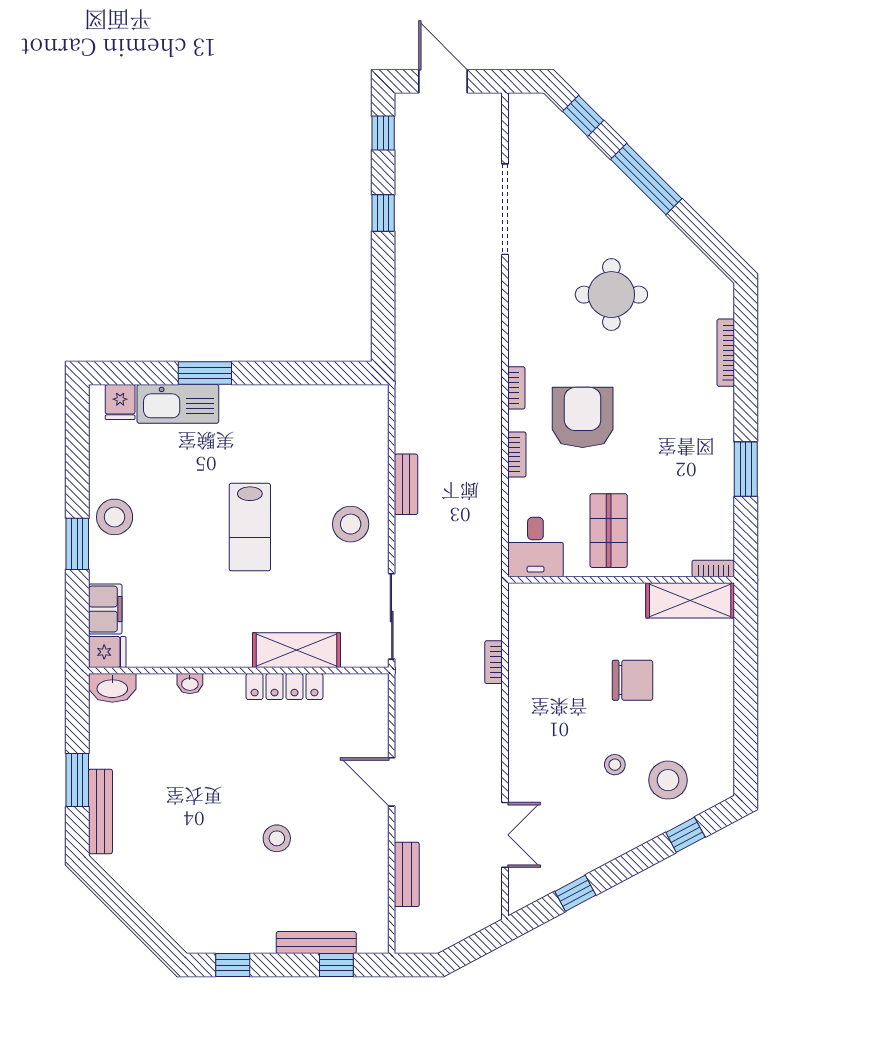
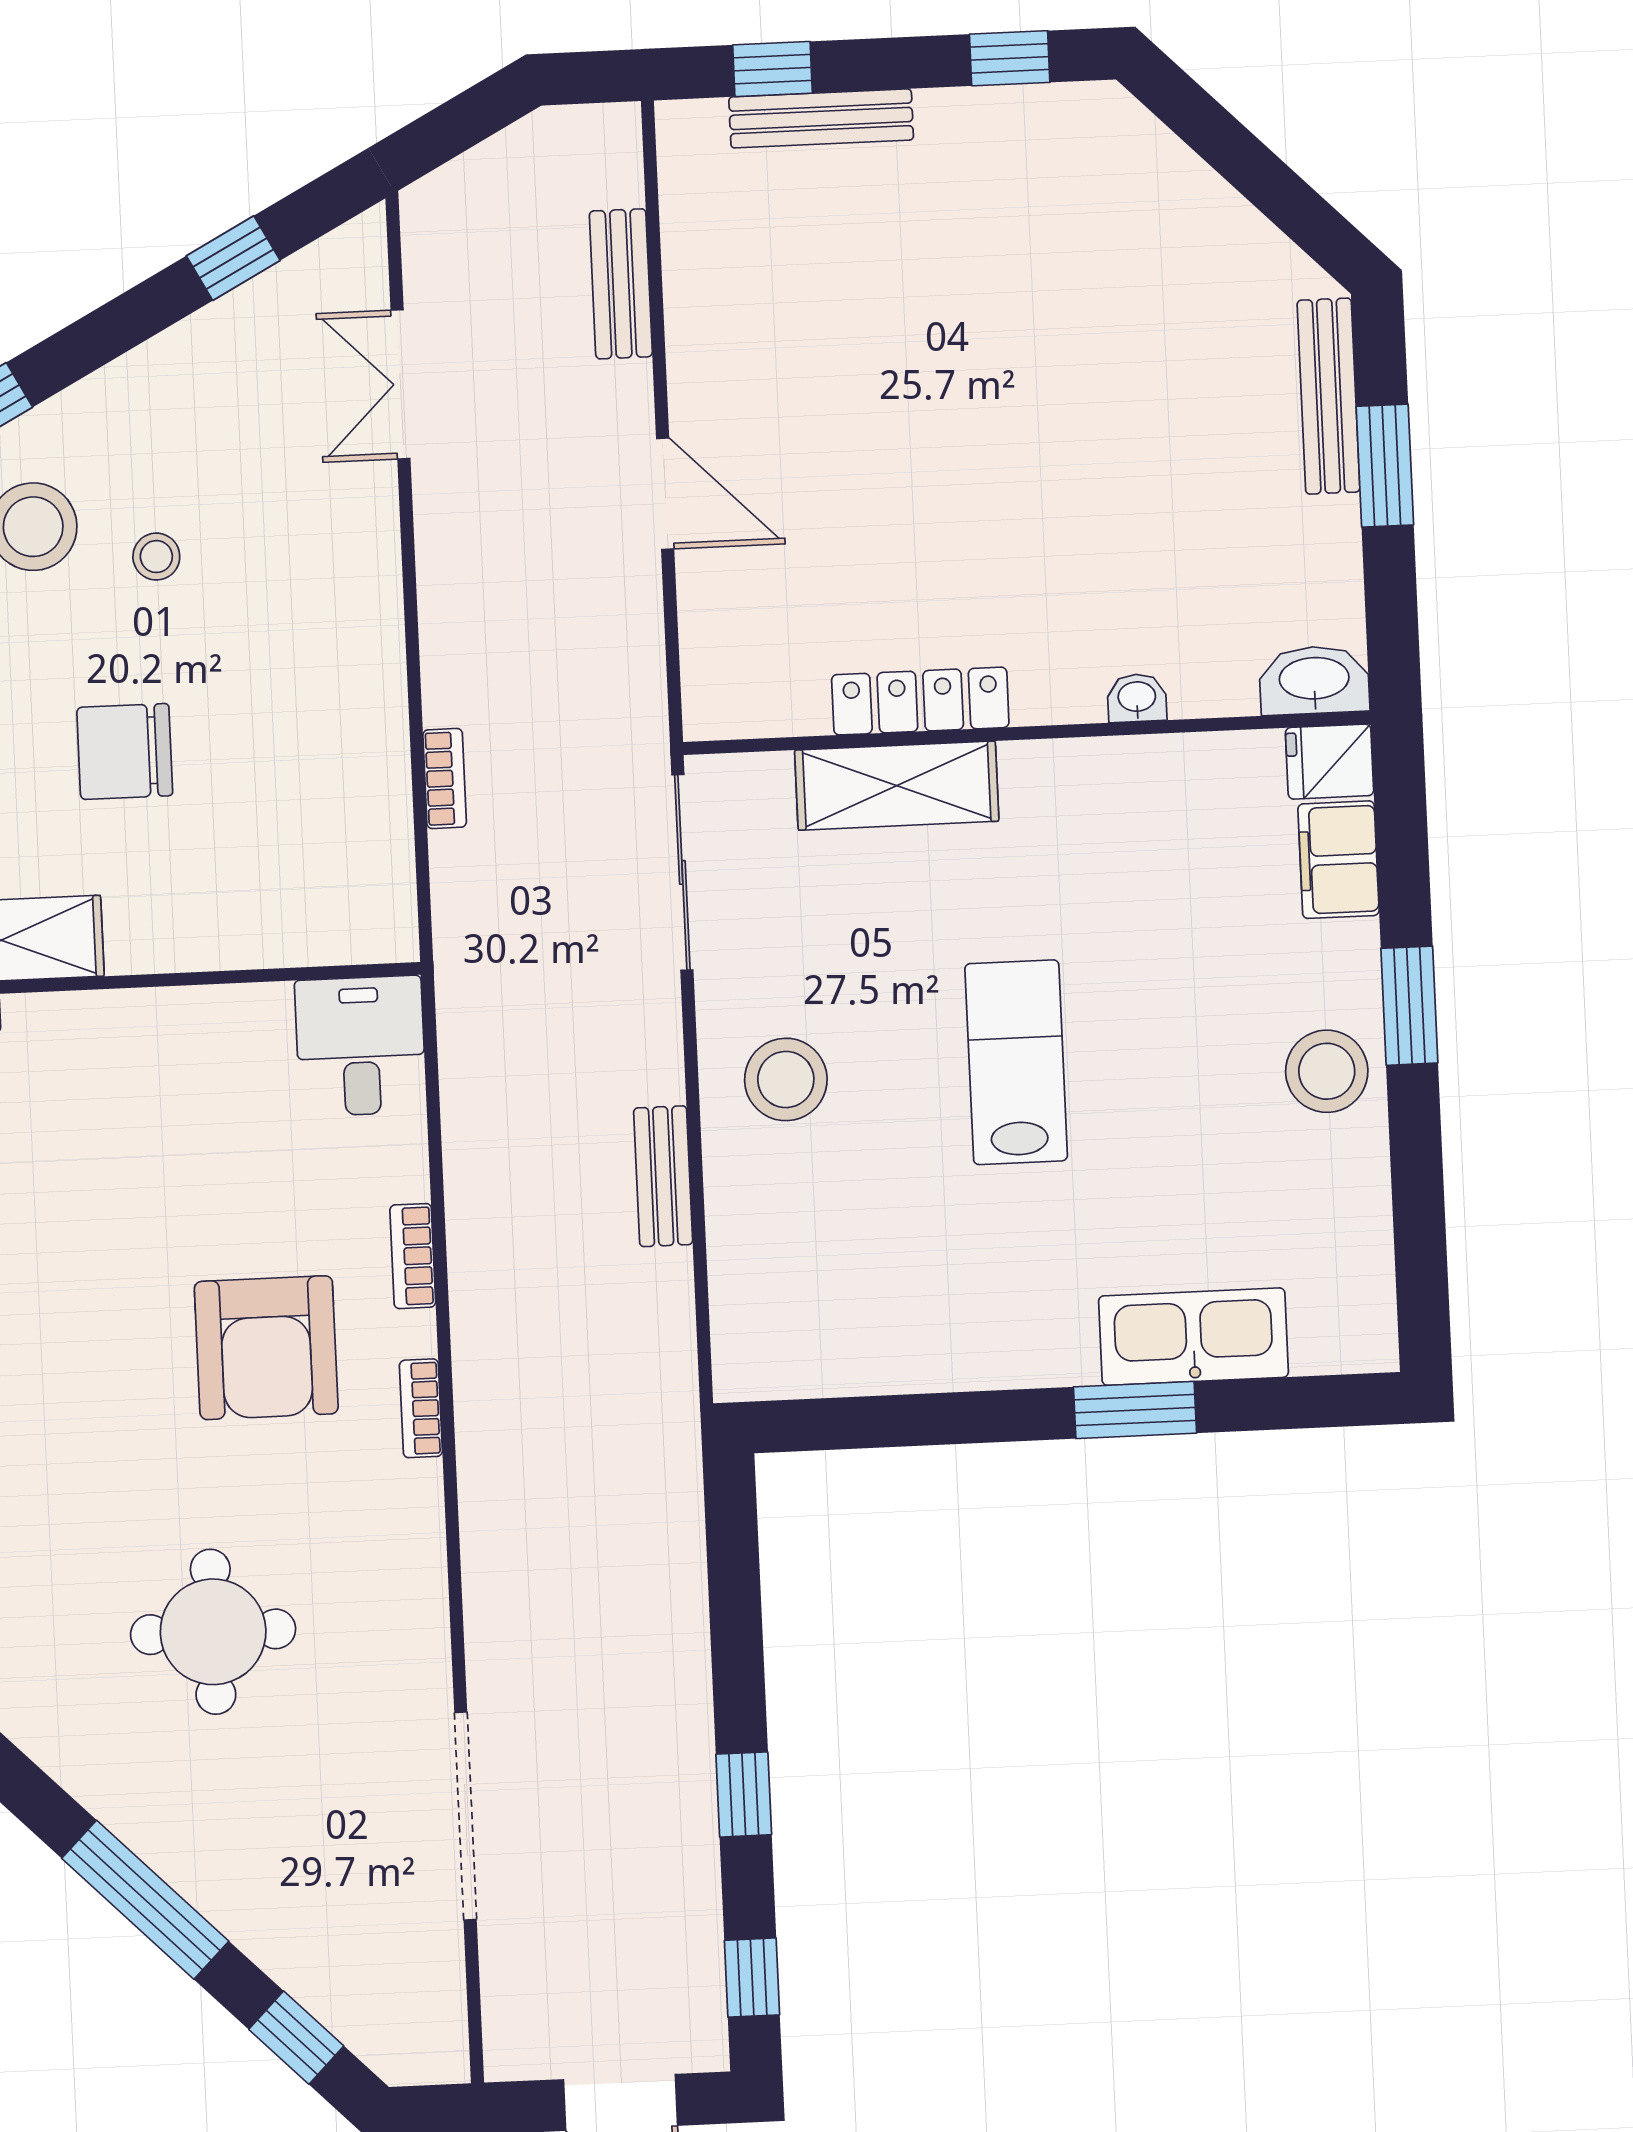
fridge: (120, 402) -> (1326, 1335), removed
shop shelf: (609, 531) -> (195, 1092), removed
stool: (277, 838) -> (922, 353), removed

